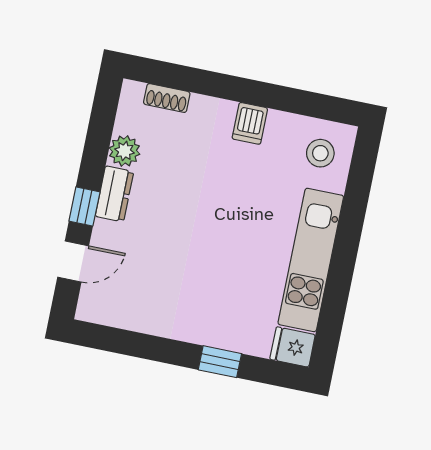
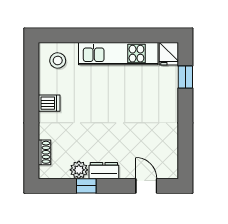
window: (84, 206) -> (86, 186), moved
window: (220, 362) -> (185, 77), moved

